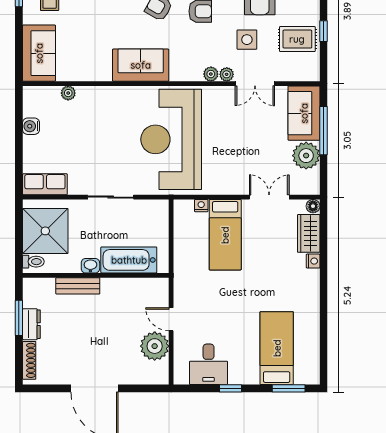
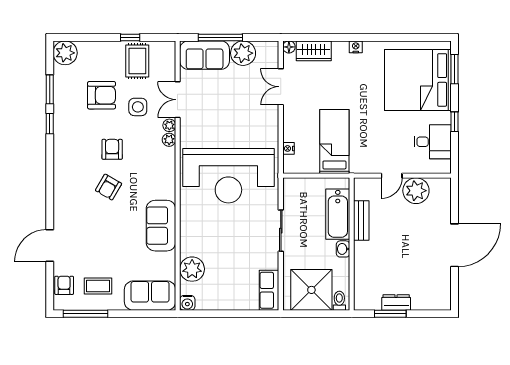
sofa: (141, 65) -> (161, 226), moved
double door: (255, 84) -> (178, 100), swing flipped
plant: (68, 93) -> (192, 269), width x1.87, depth x1.87
water cooler: (31, 126) -> (187, 303), moved
bed: (225, 235) -> (334, 142), moved, turned -90
nightstand: (313, 261) -> (356, 47), moved
bench: (78, 286) -> (361, 220), moved
bed: (277, 348) -> (418, 80), width x2.04
shoe rack: (29, 360) -> (429, 305), removed

